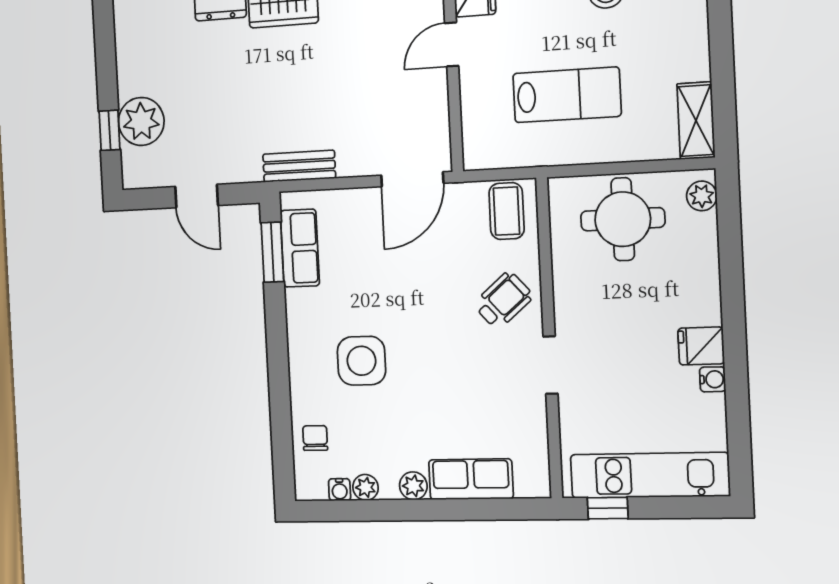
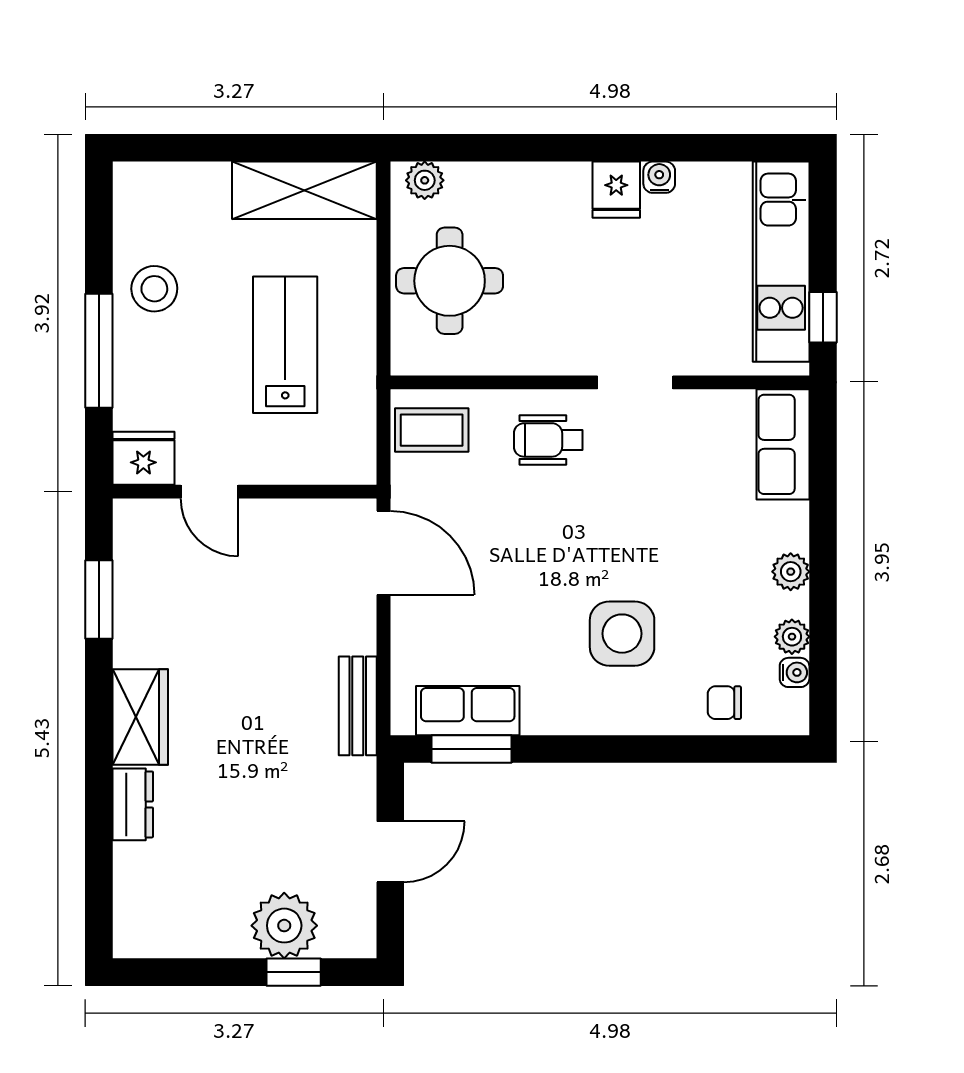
shelving: (696, 121) -> (304, 190), width x1.50, depth x1.33
wheelchair: (503, 300) -> (548, 440), turned -49
row of seats: (471, 479) -> (783, 444), moved

